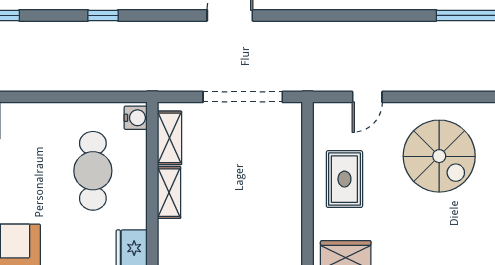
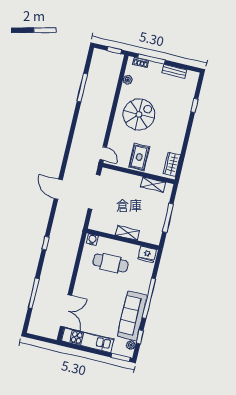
door: (367, 97) -> (103, 153), moved
shelving: (169, 138) -> (153, 185), moved
rug: (344, 179) -> (139, 157), turned 90

